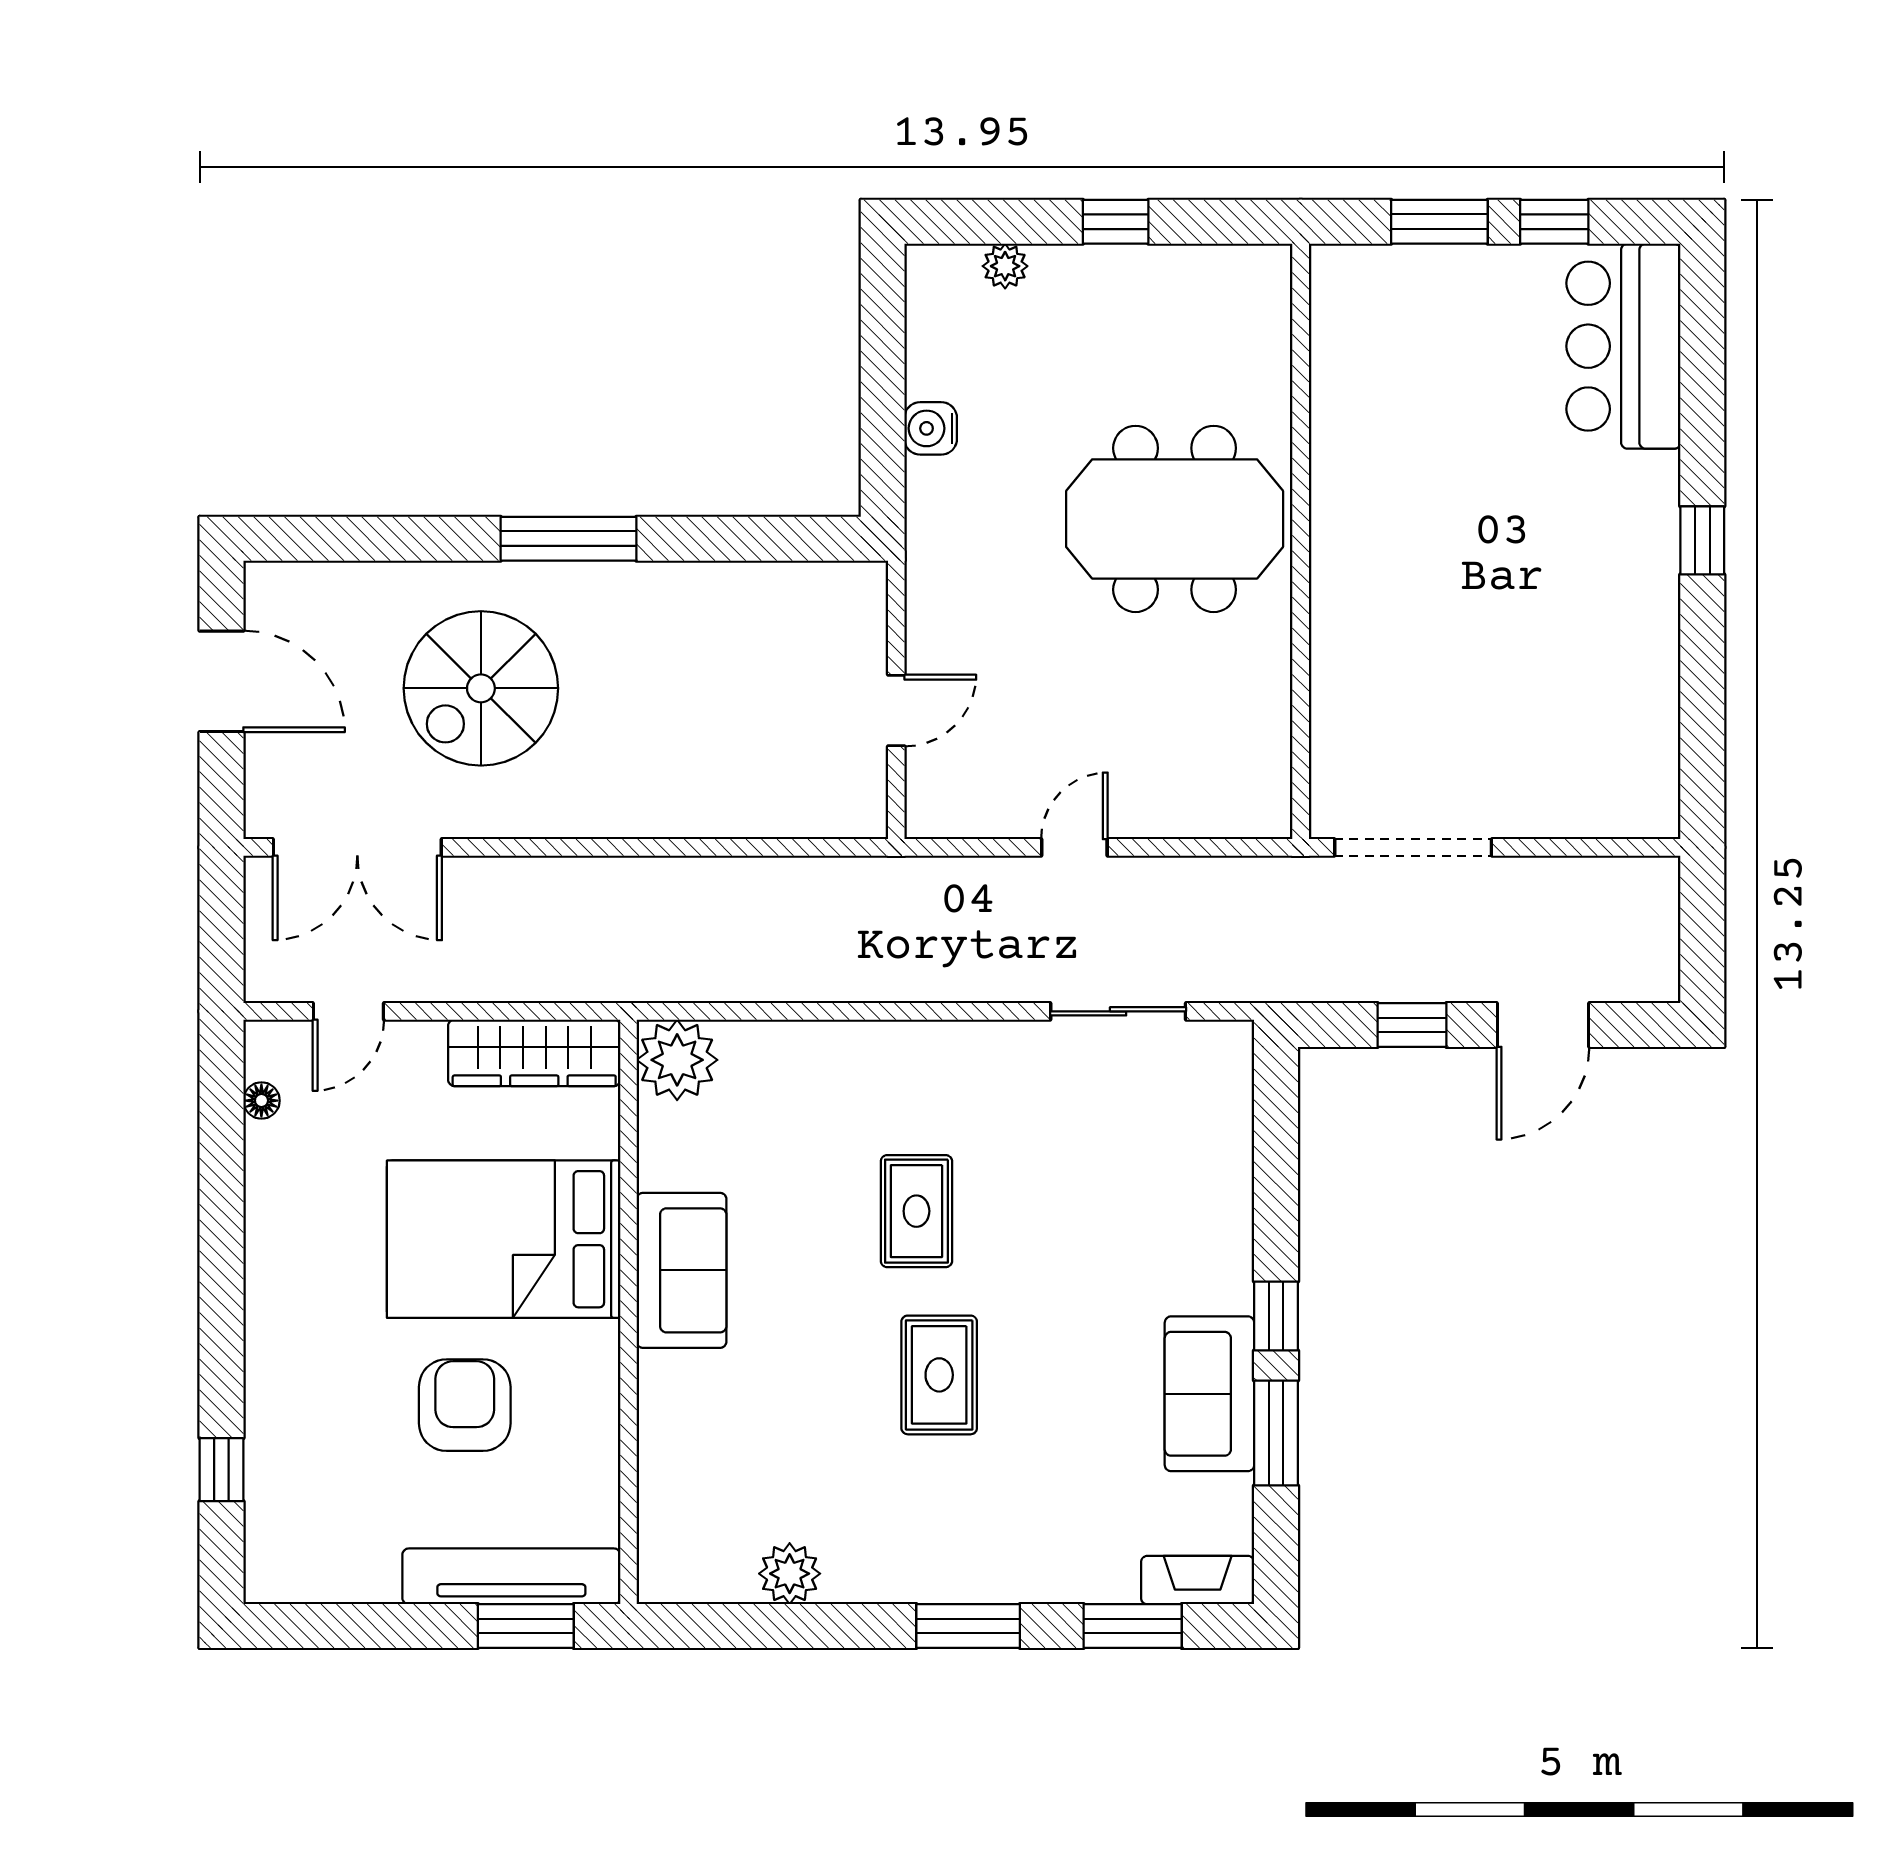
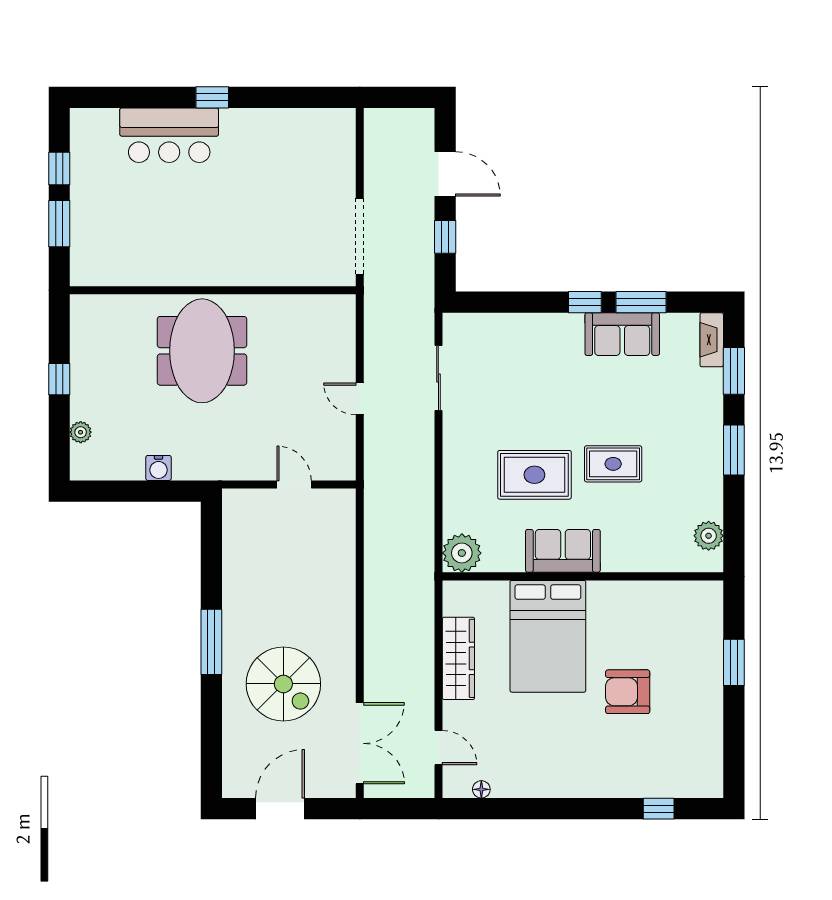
bar counter: (1623, 346) -> (169, 135), moved
plant: (677, 1060) -> (462, 553), moved
rug: (916, 1211) -> (534, 475), width x1.36, depth x1.43
bed: (504, 1239) -> (548, 636), moved
sofa: (682, 1270) -> (563, 551), moved
wall: (629, 1312) -> (583, 576), moved
tv unit: (511, 1576) -> (710, 669), removed

